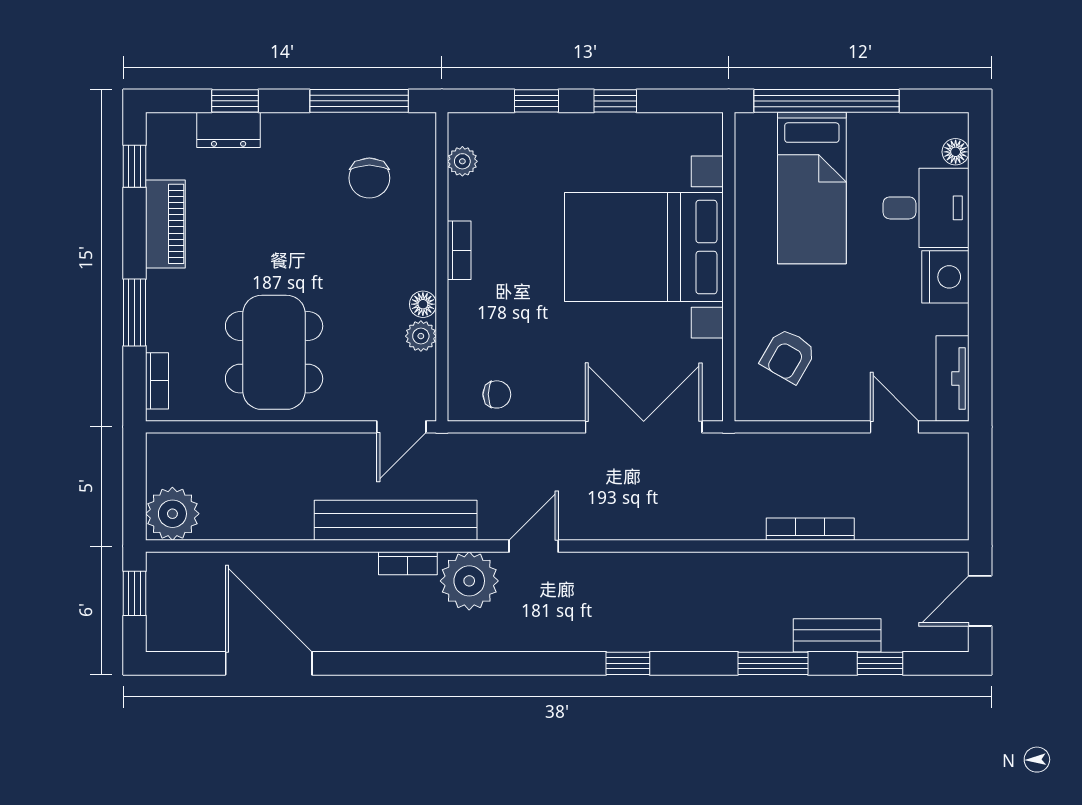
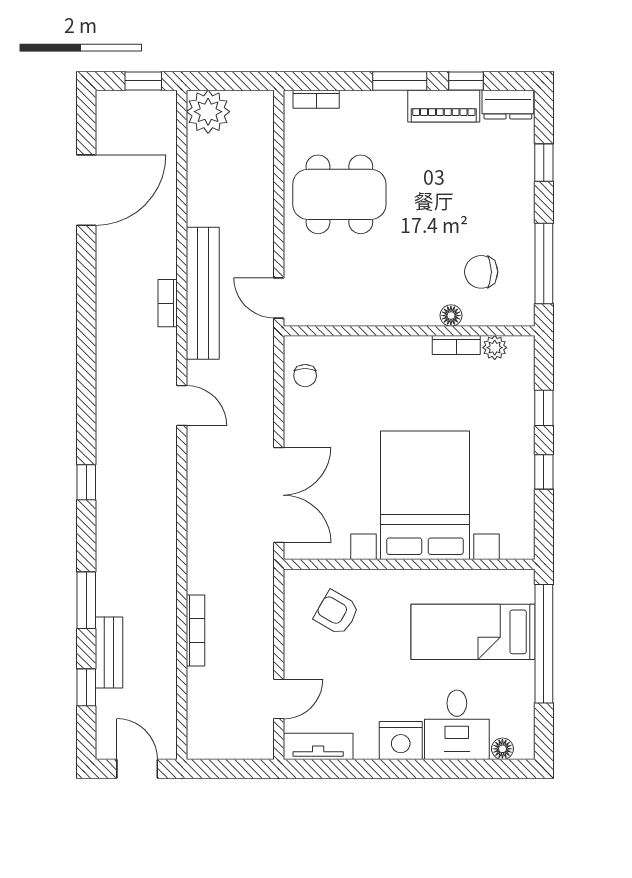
dresser: (229, 130) -> (508, 105), moved, turned -90
window: (135, 166) -> (466, 81), moved
bookcase: (459, 250) -> (456, 345), moved
floor lamp: (423, 304) -> (451, 316), moved
window: (135, 313) -> (400, 81), moved
plant: (421, 336) -> (353, 314), removed
plant: (469, 581) -> (153, 353), removed

